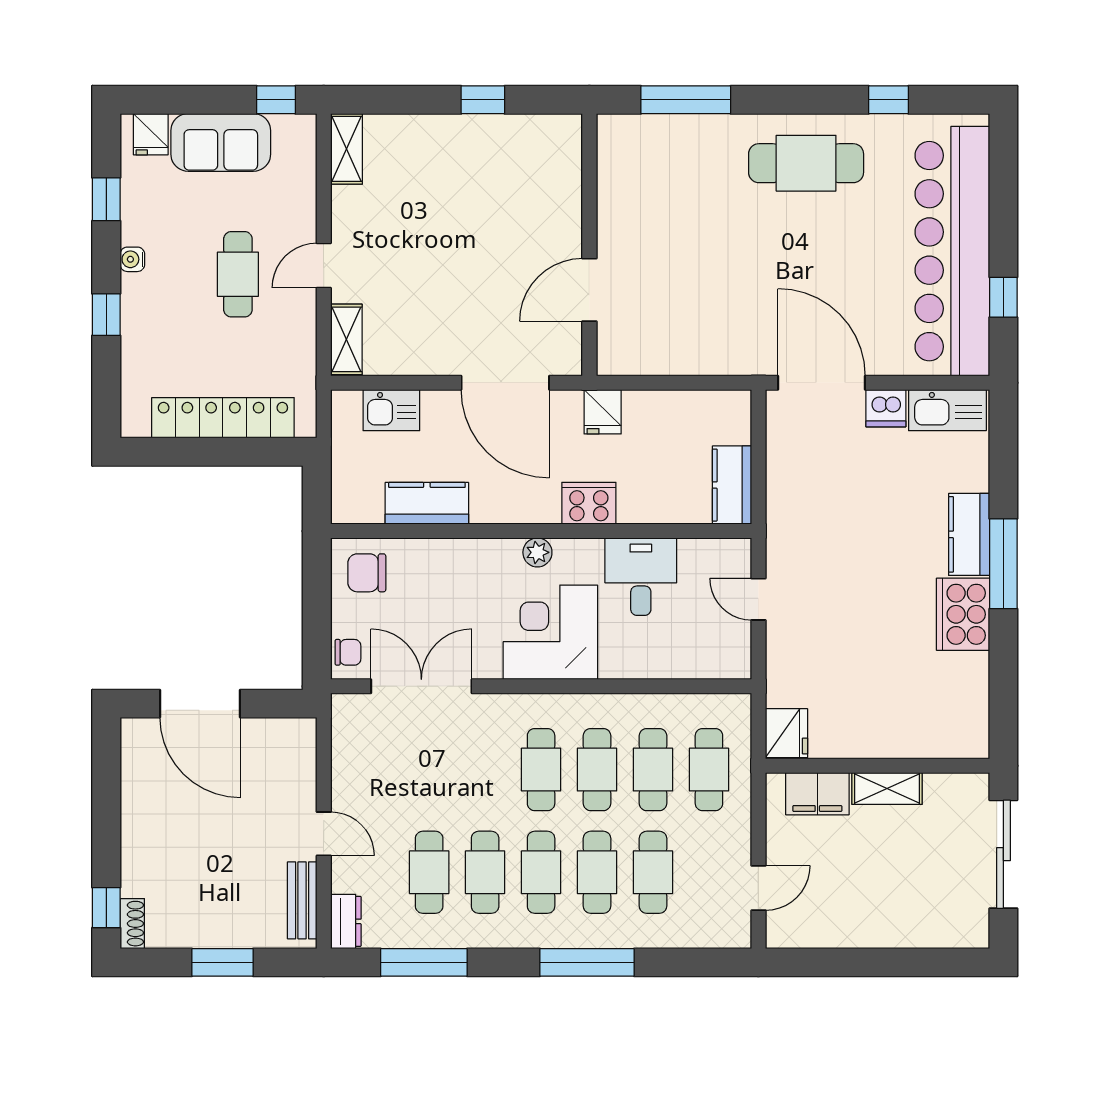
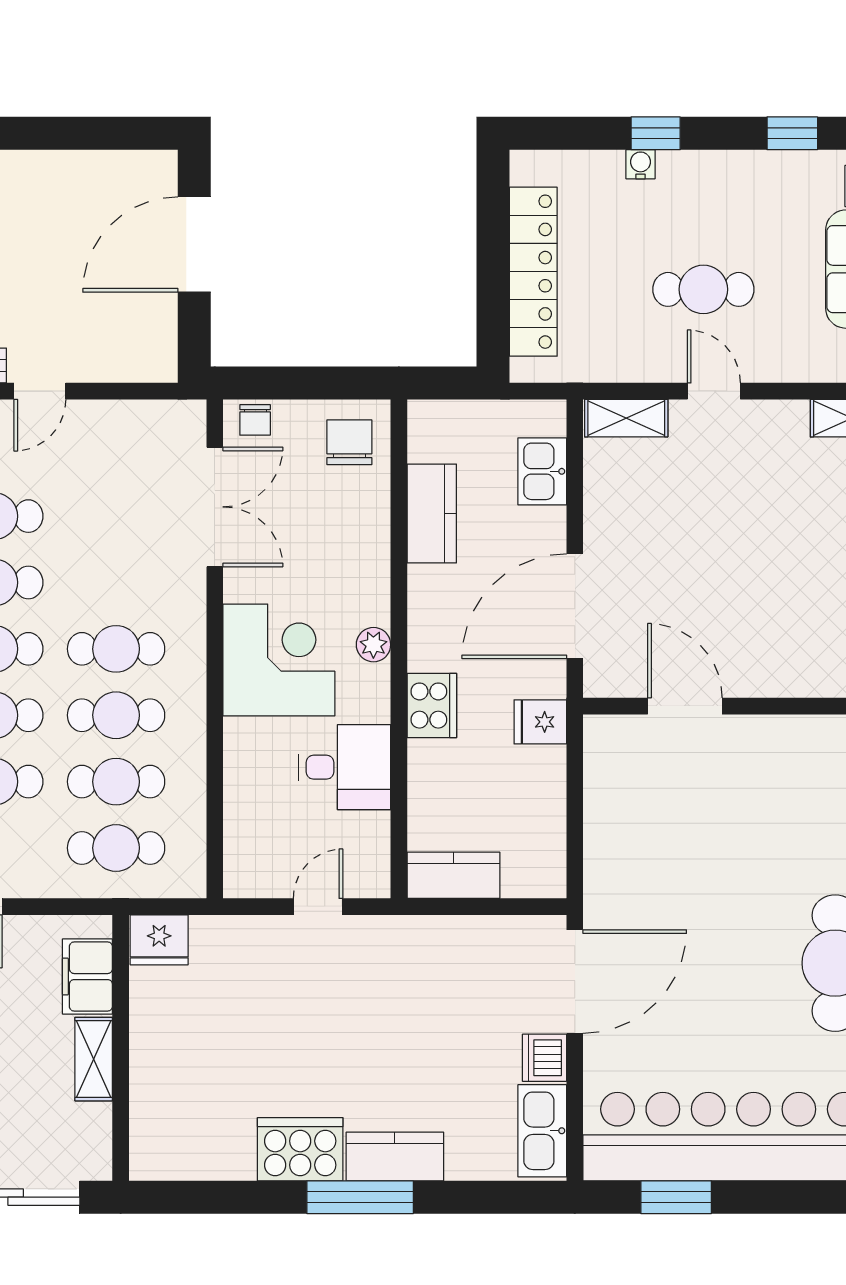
water cooler: (132, 259) -> (640, 164), moved
window: (1003, 297) -> (676, 1197), width x1.50

